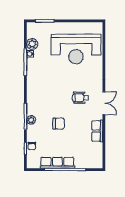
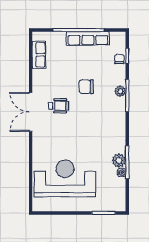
plant: (32, 44) -> (119, 160), moved
wheelchair: (81, 98) -> (59, 106), moved
double door: (104, 103) -> (31, 112), width x1.37
row of seats: (97, 131) -> (39, 55), moved

